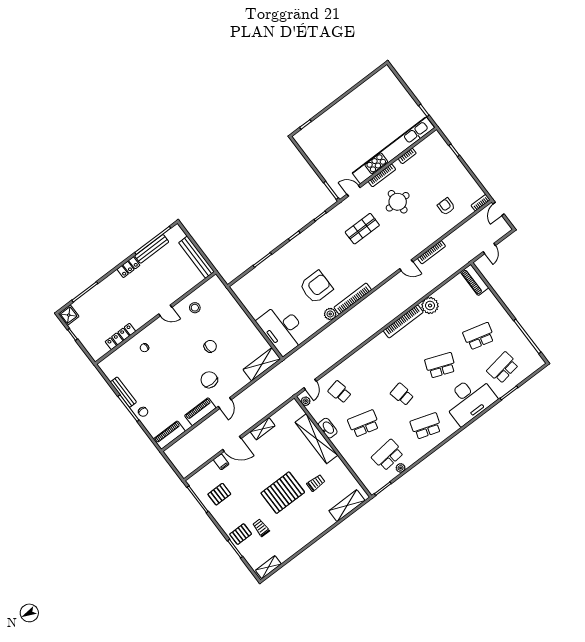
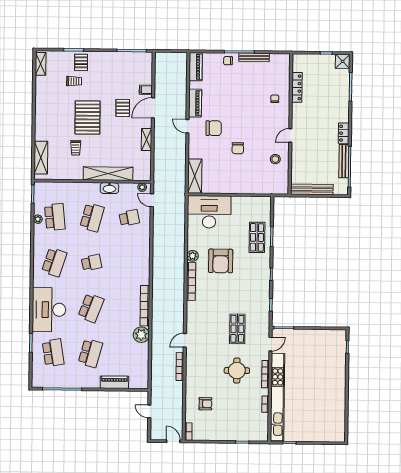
shop shelf: (273, 272) -> (257, 237), added
piano: (475, 280) -> (114, 382), moved
pallet: (219, 494) -> (123, 108), moved

